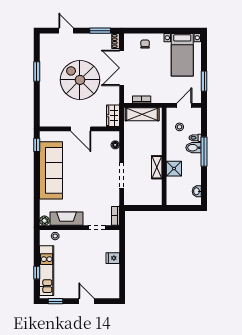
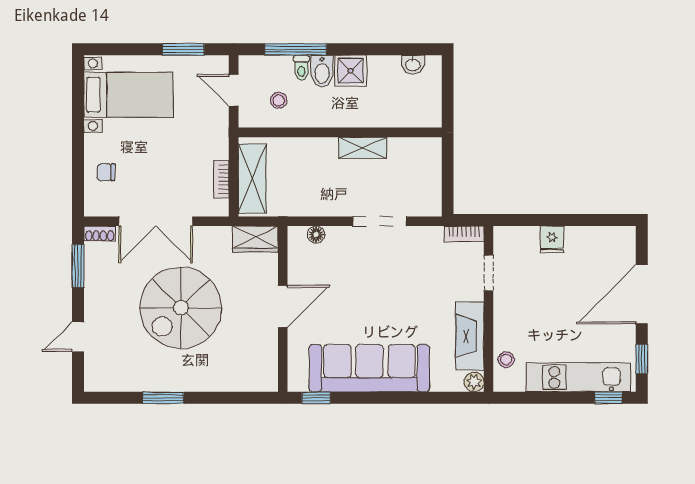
window: (204, 152) -> (296, 49), moved
shower: (174, 169) -> (351, 71), moved
window: (37, 273) -> (608, 398), moved
door: (86, 301) -> (642, 294), width x1.88

